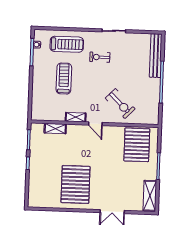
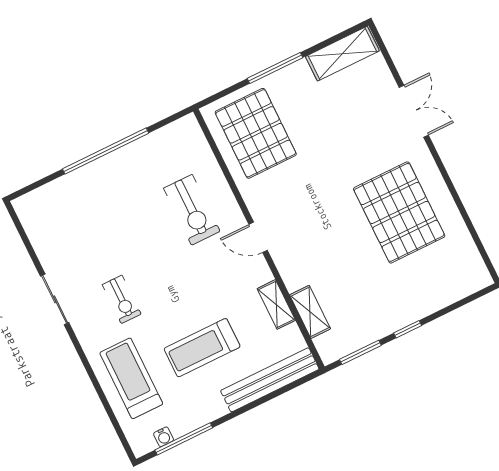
bench: (156, 56) -> (270, 380), moved
exercise bike: (120, 104) -> (192, 210), turned 136
shelving: (76, 117) -> (276, 304), moved
door: (95, 124) -> (258, 237), swing flipped
pallet: (137, 145) -> (256, 133), turned 90
pallet: (75, 184) -> (399, 212), turned 90

